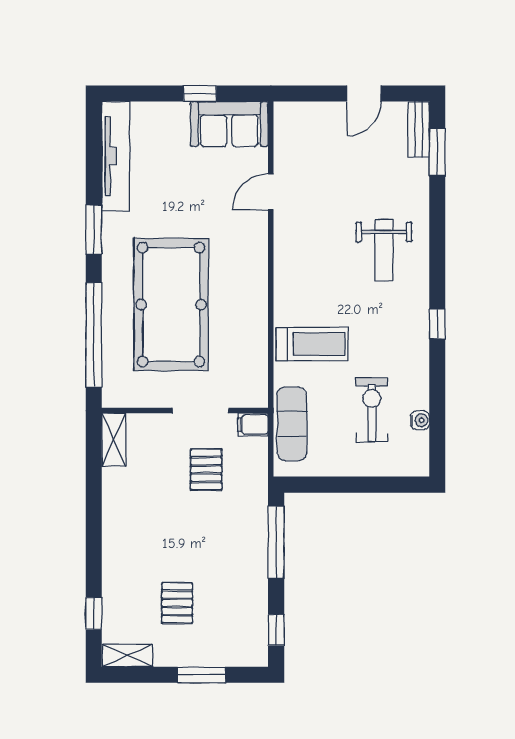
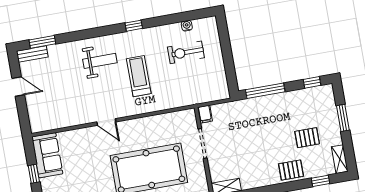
door: (271, 192) -> (106, 122), moved
treadmill: (312, 344) -> (139, 76), moved
exercise mat: (292, 424) -> (201, 94), removed
pallet: (206, 470) -> (291, 170), moved

